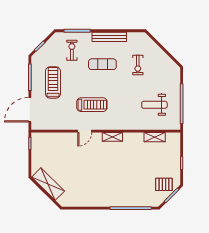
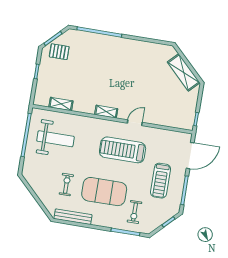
bench: (109, 37) -> (73, 217), moved
exercise mat: (102, 64) -> (104, 192), width x2.00, depth x1.45
treadmill: (92, 105) -> (123, 150), width x1.37, depth x1.38
weight bench: (154, 105) -> (55, 139), width x1.36, depth x1.33

